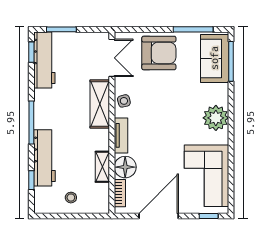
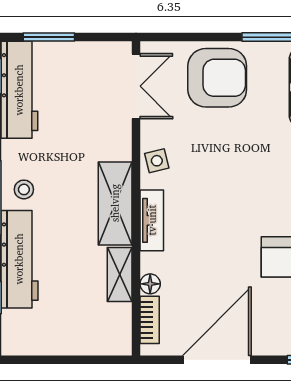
shelving: (100, 104) -> (115, 203), moved
floor lamp: (125, 167) -> (150, 284), width x0.53, depth x0.53
stool: (71, 198) -> (24, 189), moved

